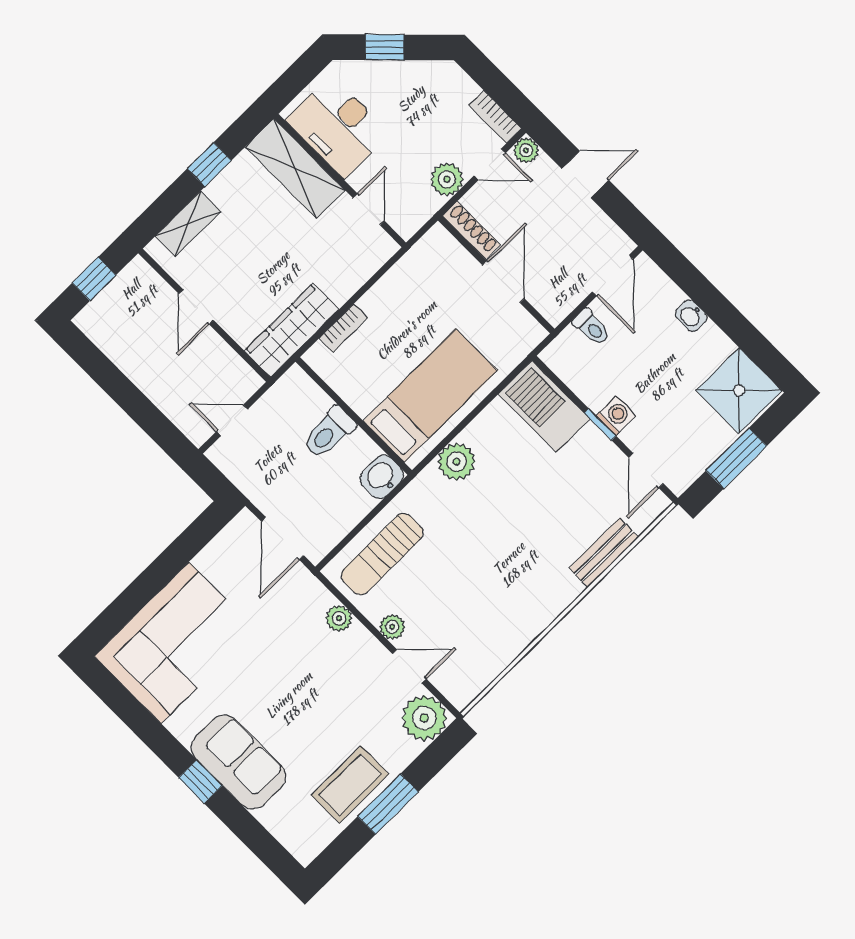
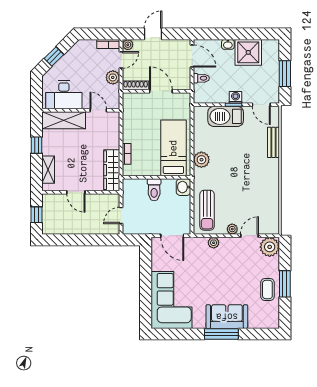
shower: (739, 390) -> (248, 52), moved
barbecue: (544, 406) -> (226, 116), moved
window: (201, 781) -> (221, 334), width x2.17
coffee table: (350, 785) -> (267, 289), width x0.73, depth x0.77

